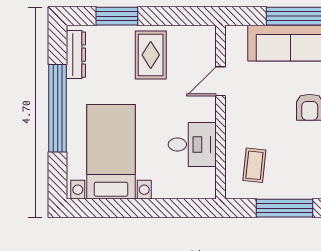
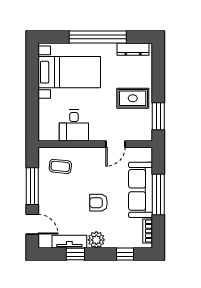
window: (117, 16) -> (158, 116), moved
door: (220, 81) -> (116, 144), swing flipped

